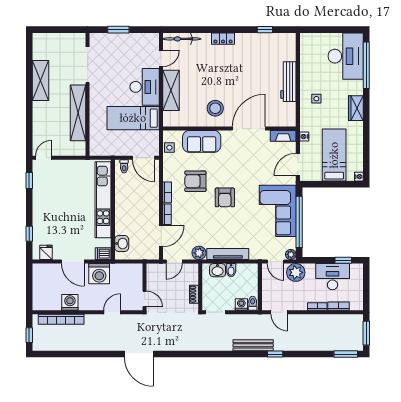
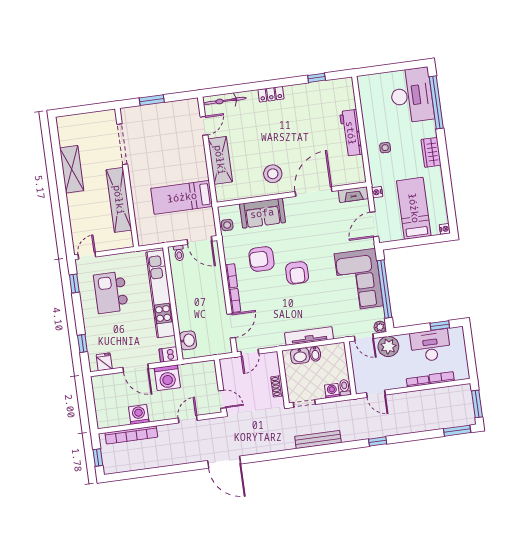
desk: (145, 87) -> (190, 161), removed
kitchen island: (60, 193) -> (111, 292), added
plant: (199, 253) -> (276, 339), removed
bench: (253, 345) -> (318, 439), moved

